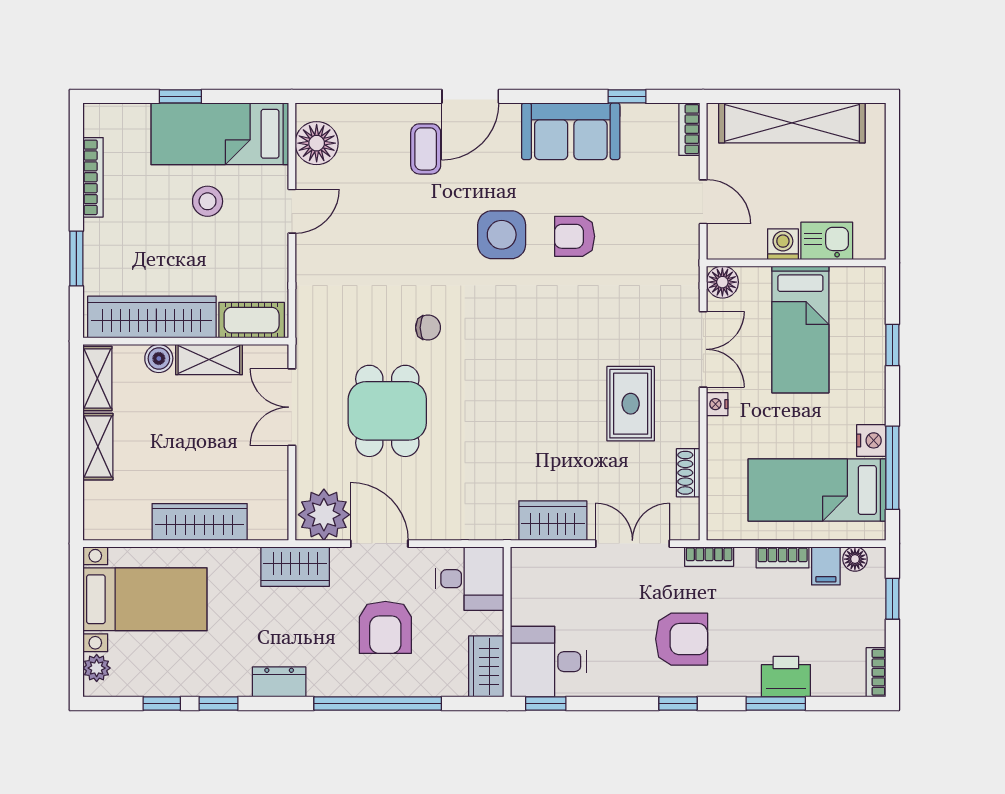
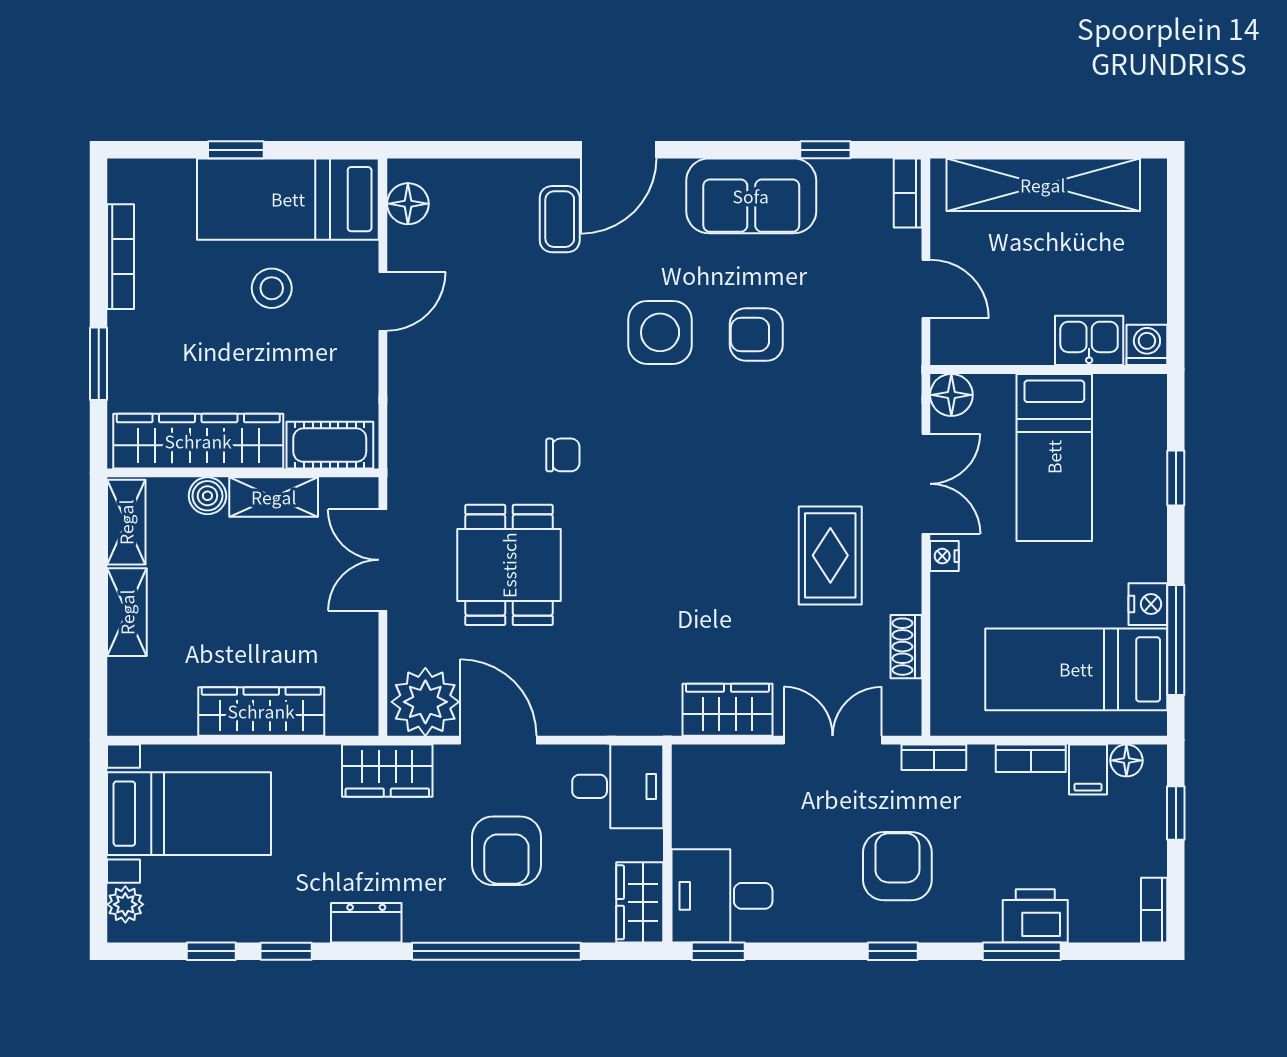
floor lamp: (317, 143) -> (408, 204), width x0.73, depth x0.73
washing machine: (783, 244) -> (1147, 345), moved
armchair: (682, 639) -> (897, 866), turned -90

